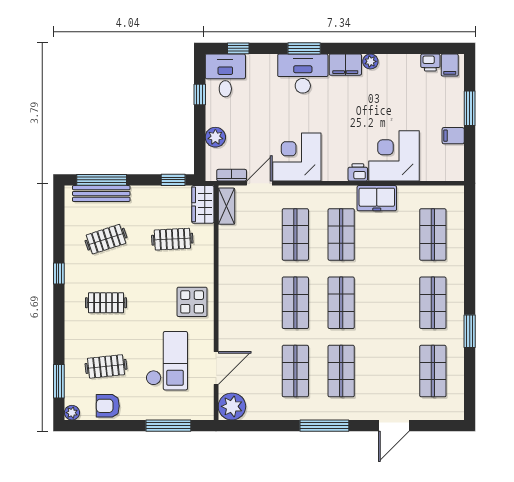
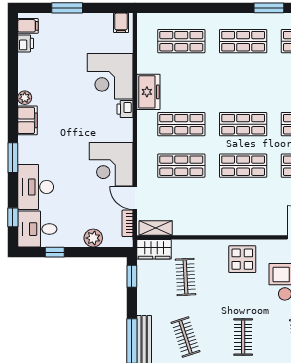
desk: (303, 74) -> (36, 187), moved
filing cabinet: (453, 136) -> (121, 23), moved

